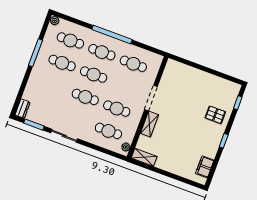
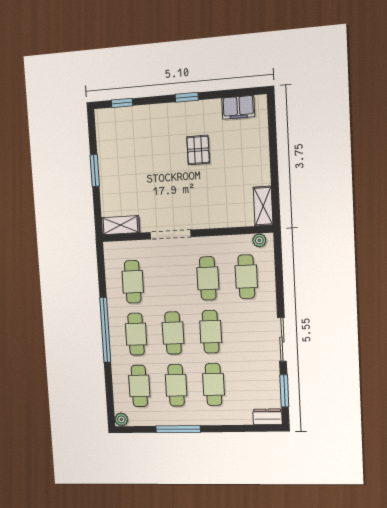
window: (207, 70) -> (95, 170), added
cafe table: (54, 85) -> (214, 384), added
pallet: (215, 115) -> (198, 150), moved
shelving: (150, 124) -> (120, 225), moved

